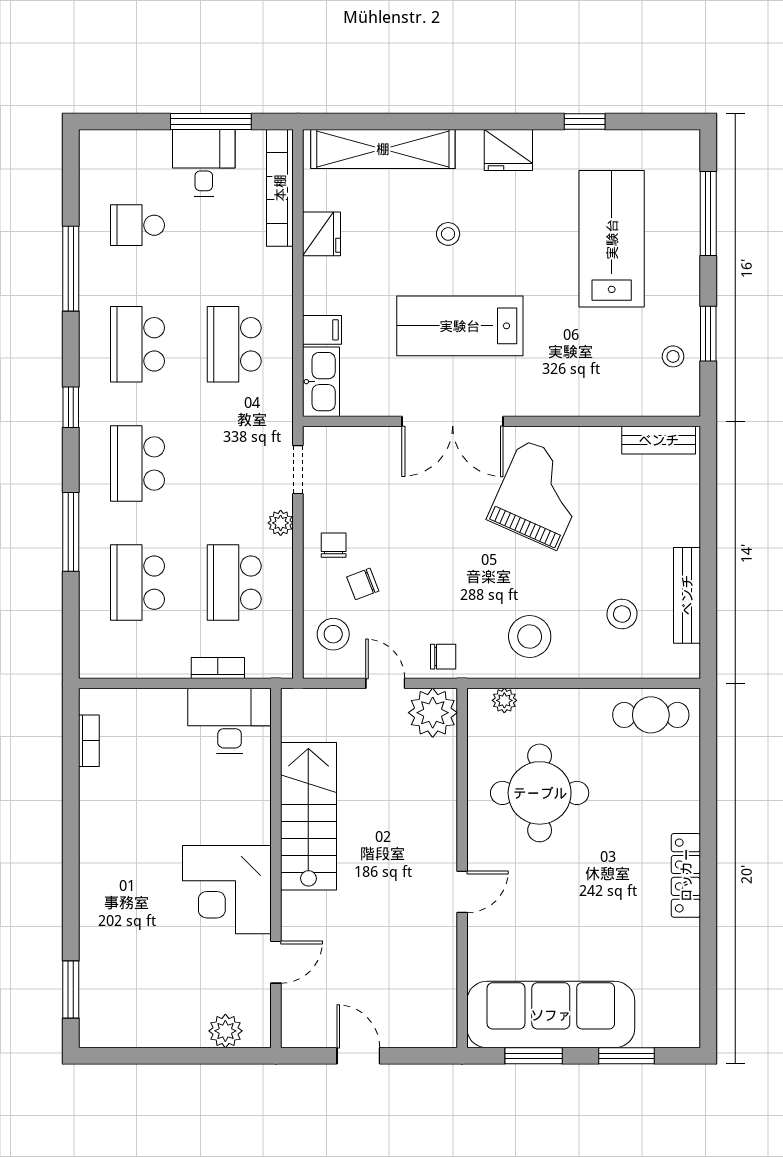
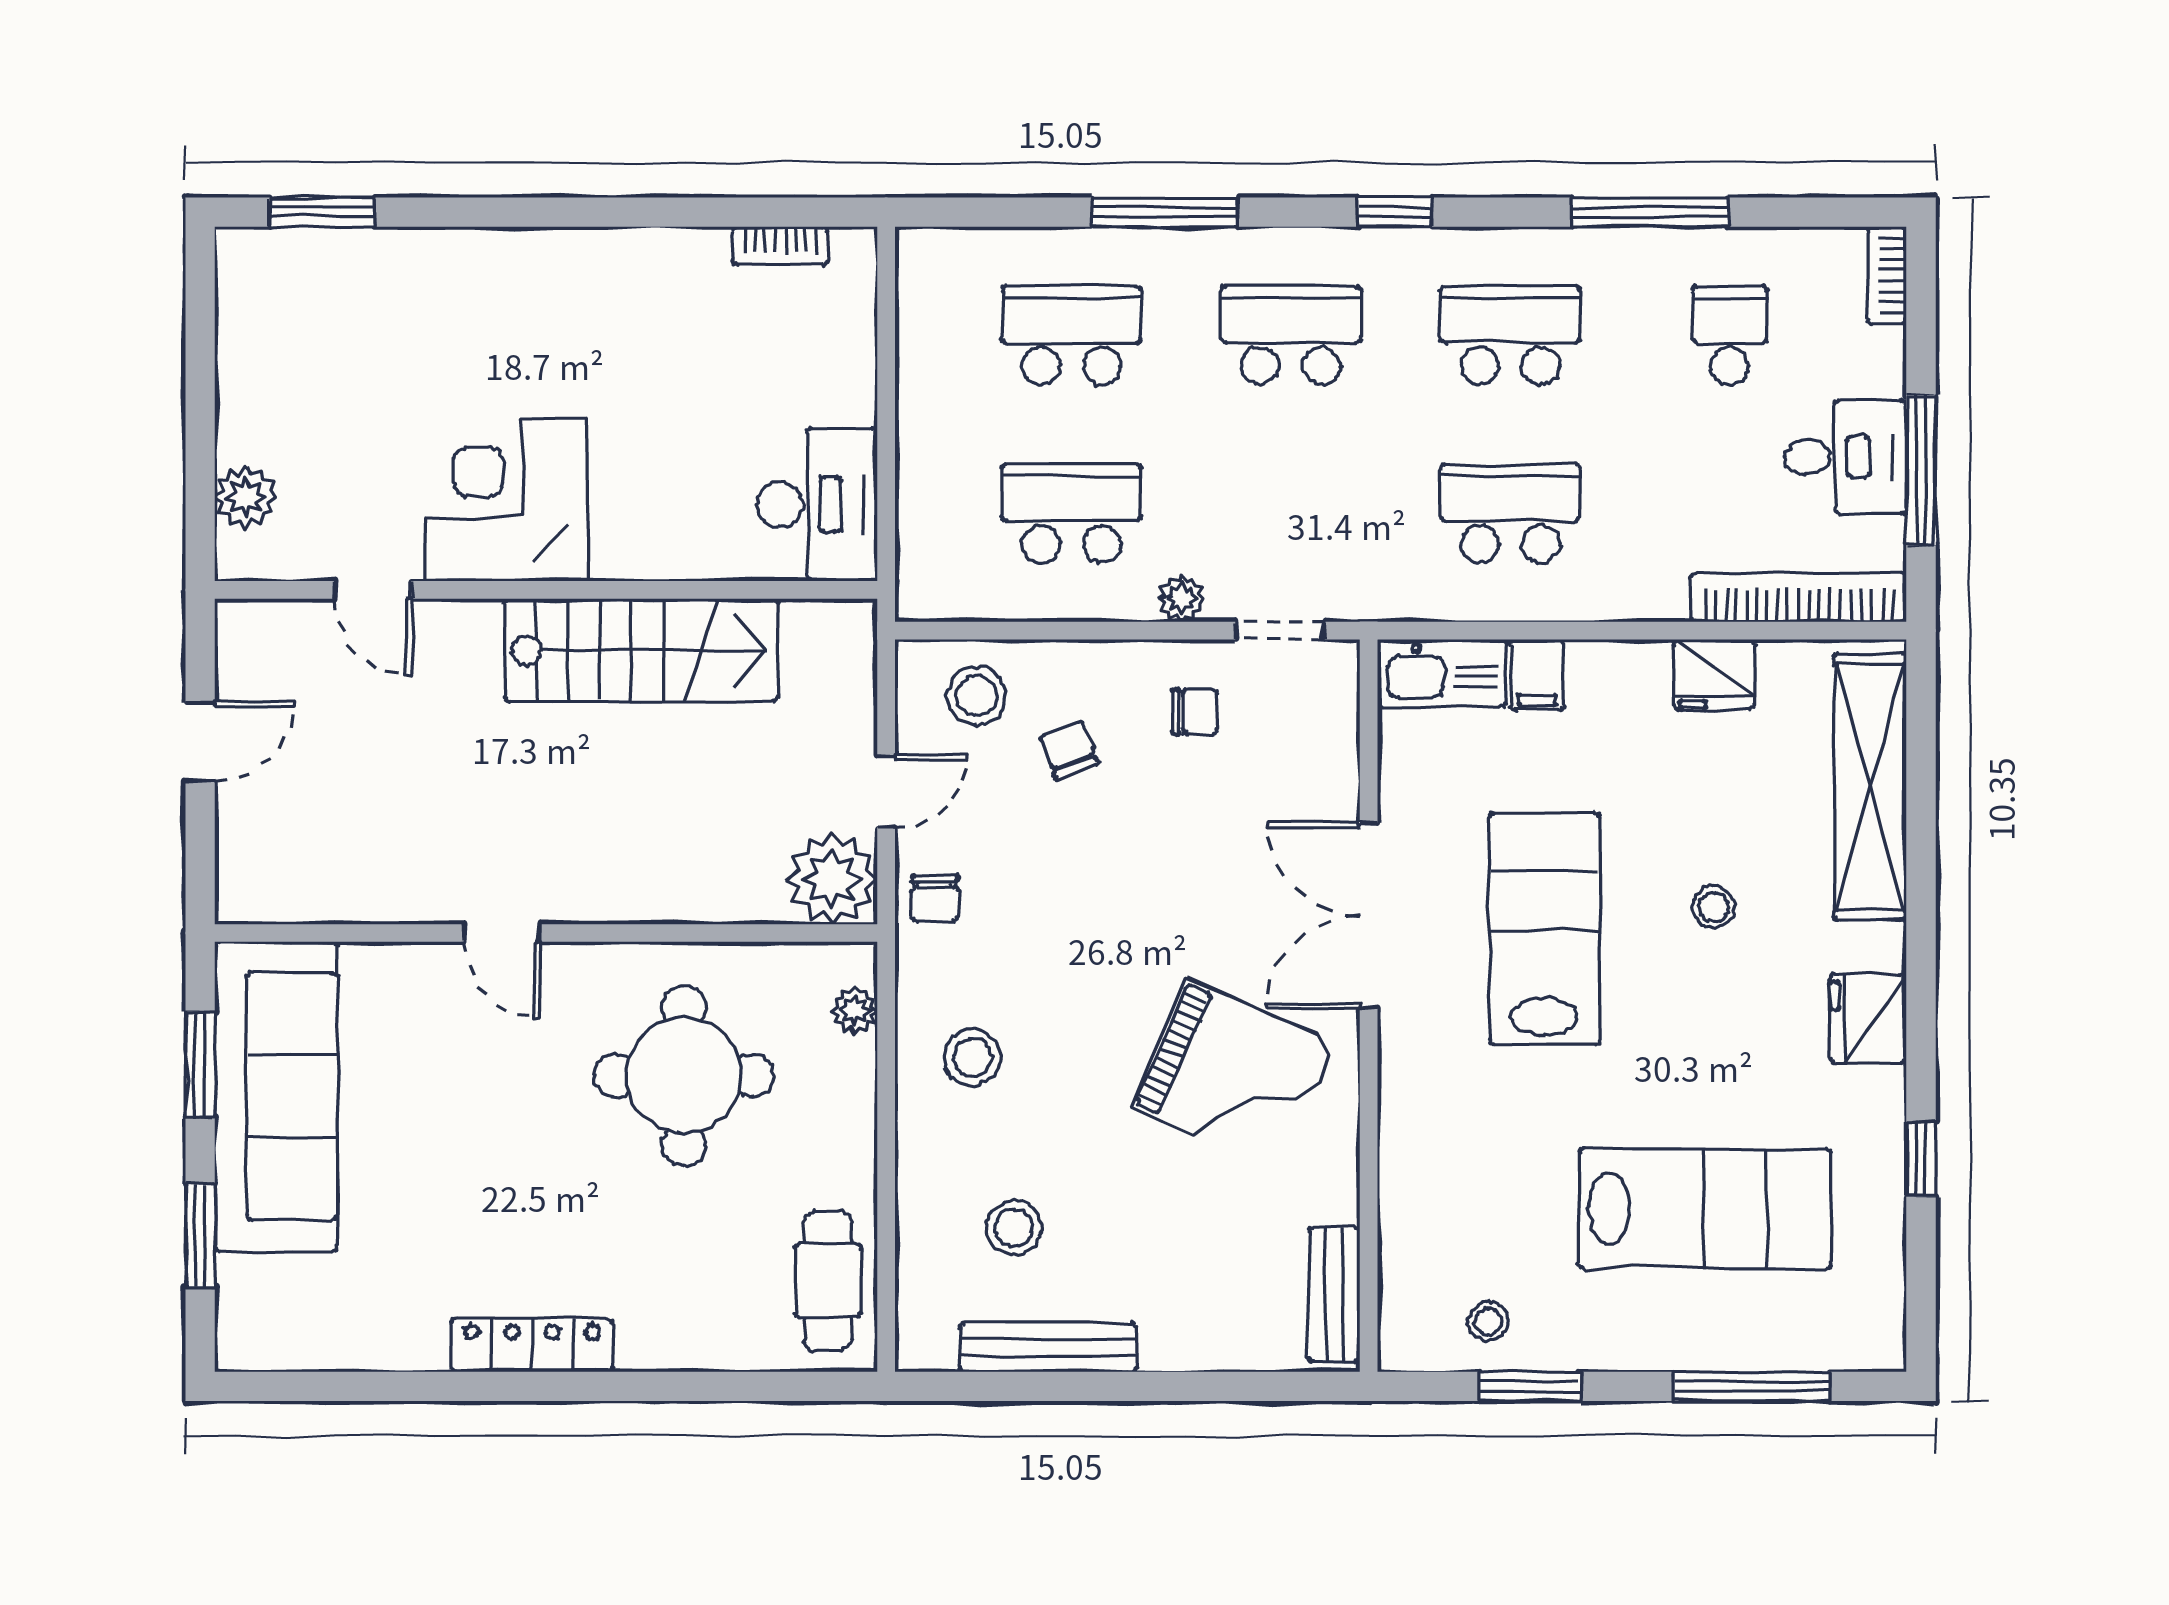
chair: (334, 545) -> (1195, 712), moved
stool: (530, 637) -> (972, 1057), width x0.73, depth x0.73
bookcase: (218, 668) -> (1887, 275), moved, turned 180

